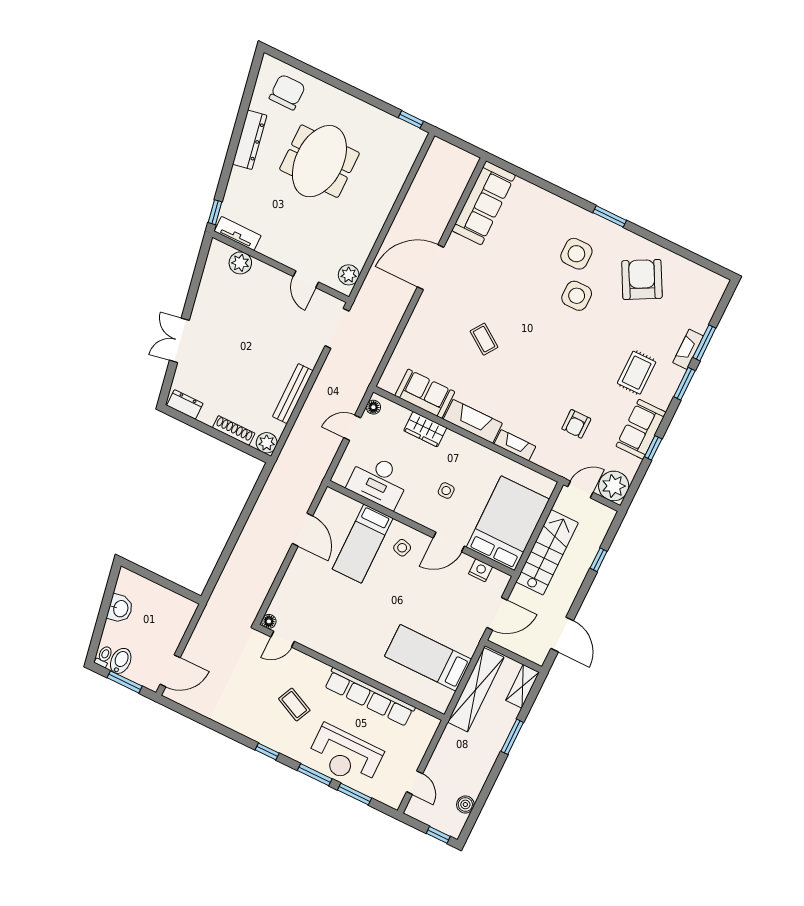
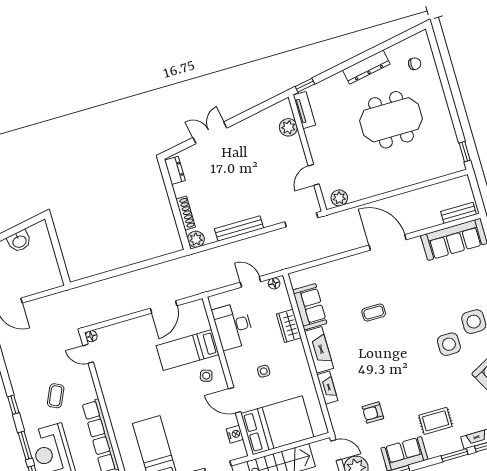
chair: (287, 92) -> (415, 64), width x0.54, depth x0.54
bench: (463, 176) -> (459, 213), added
coffee table: (484, 339) -> (374, 313), turned 55

